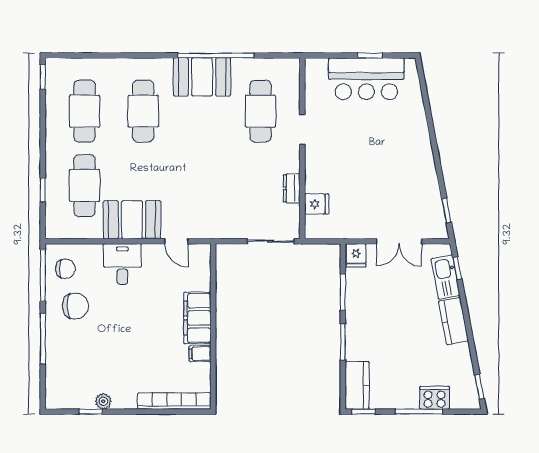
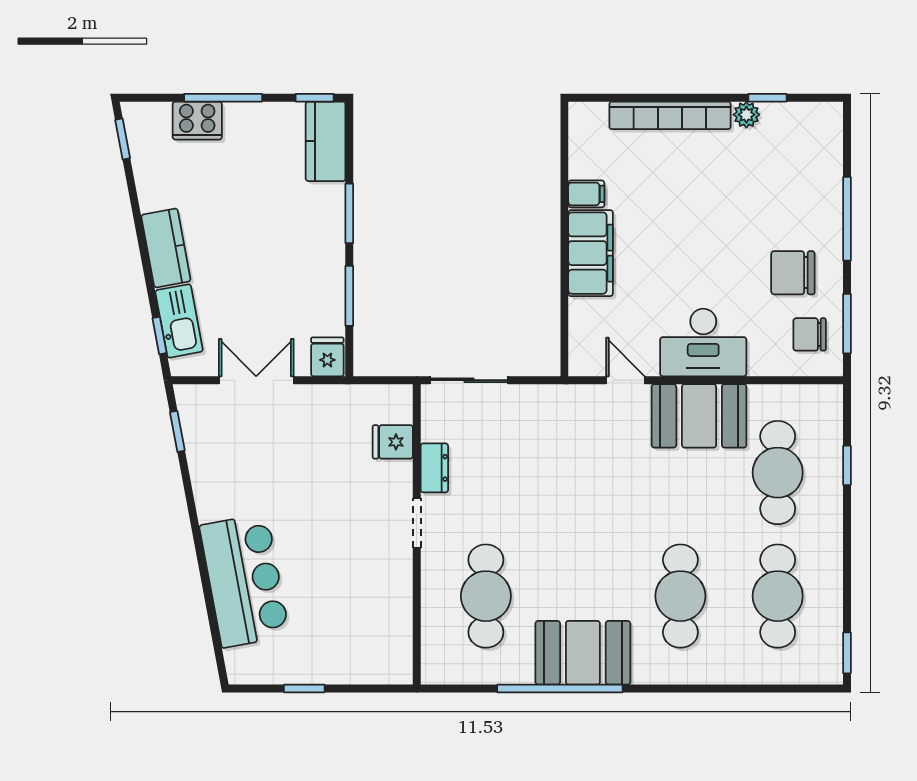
bar counter: (366, 79) -> (245, 581), moved, turned 79
doorway: (302, 130) -> (417, 523), moved
desk: (122, 264) -> (703, 342), width x1.37
window: (43, 275) -> (847, 324), width x0.69
bookcase: (174, 401) -> (670, 115), moved

